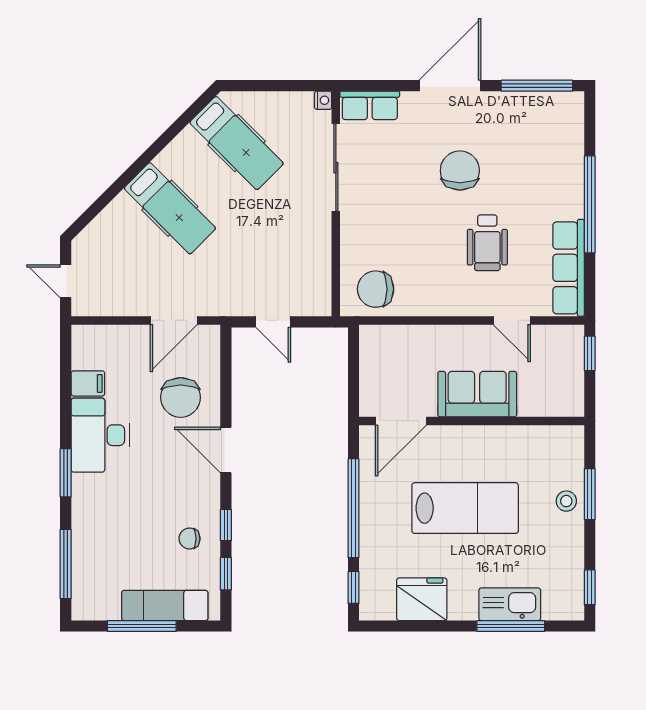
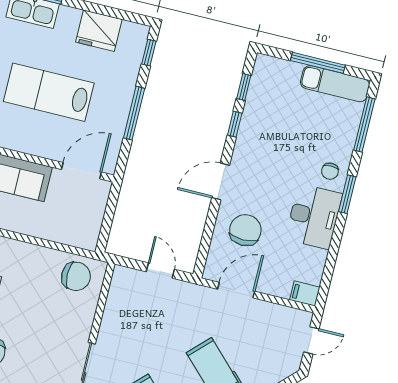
door: (66, 281) -> (311, 340), hinge flipped
filing cabinet: (88, 383) -> (305, 294), moved
door: (226, 450) -> (221, 181), swing flipped
window: (353, 508) -> (134, 113), width x0.68
chair: (190, 539) -> (330, 171), moved, turned 90
exam couch: (165, 605) -> (335, 84), moved

